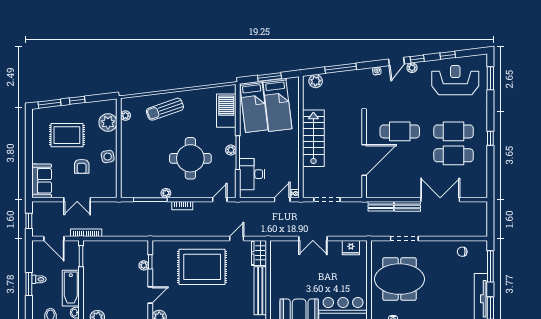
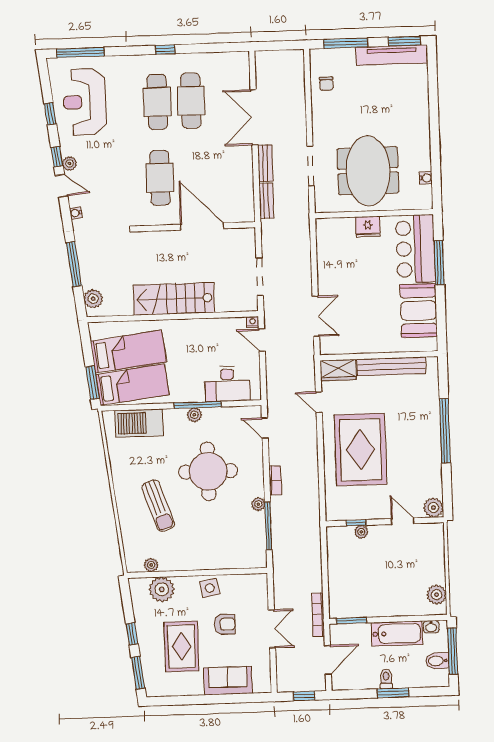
window: (269, 77) -> (92, 383), moved
window: (490, 78) -> (80, 52), width x1.44
sun lounger: (165, 109) -> (158, 506), moved
sofa: (42, 181) -> (228, 681), moved
double door: (313, 239) -> (316, 316), moved
fridge: (351, 248) -> (368, 227), moved, turned 90

